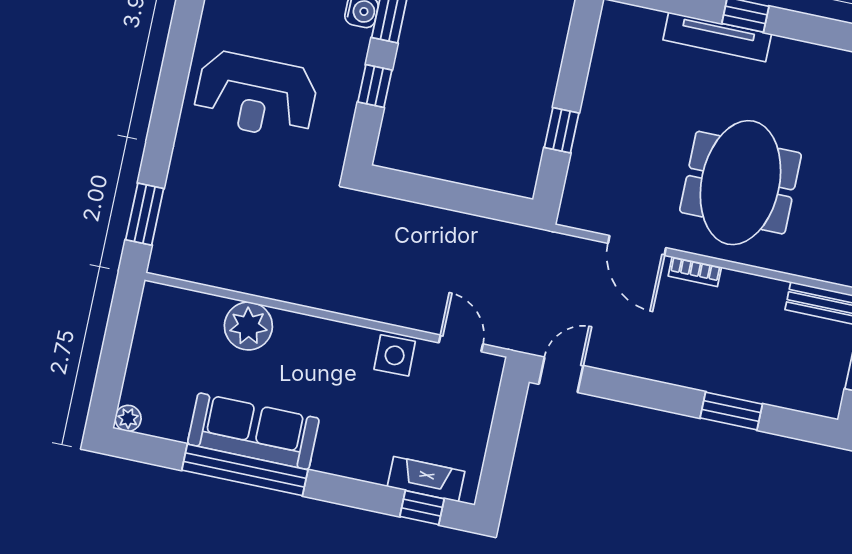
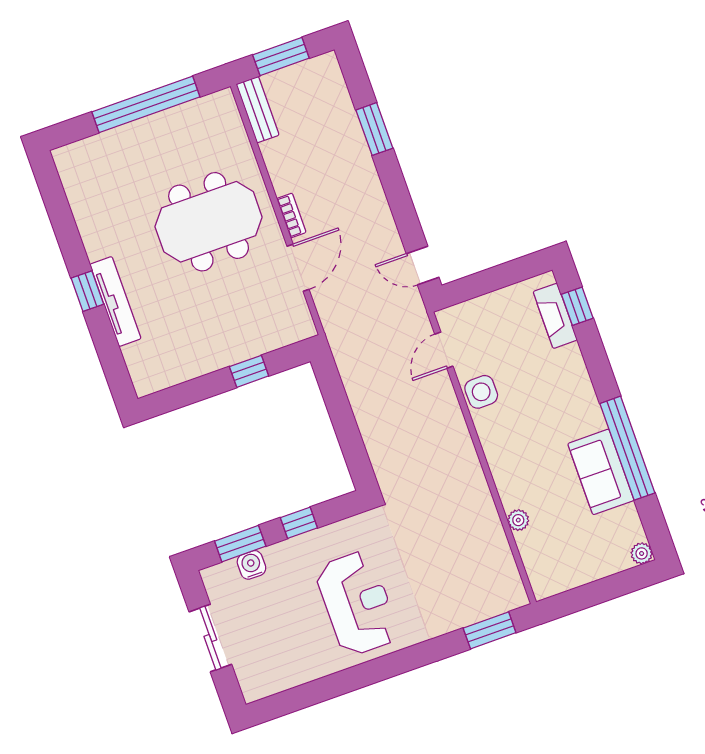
plant: (248, 326) -> (518, 520), width x0.53, depth x0.53
sofa: (253, 431) -> (601, 472), width x0.73

